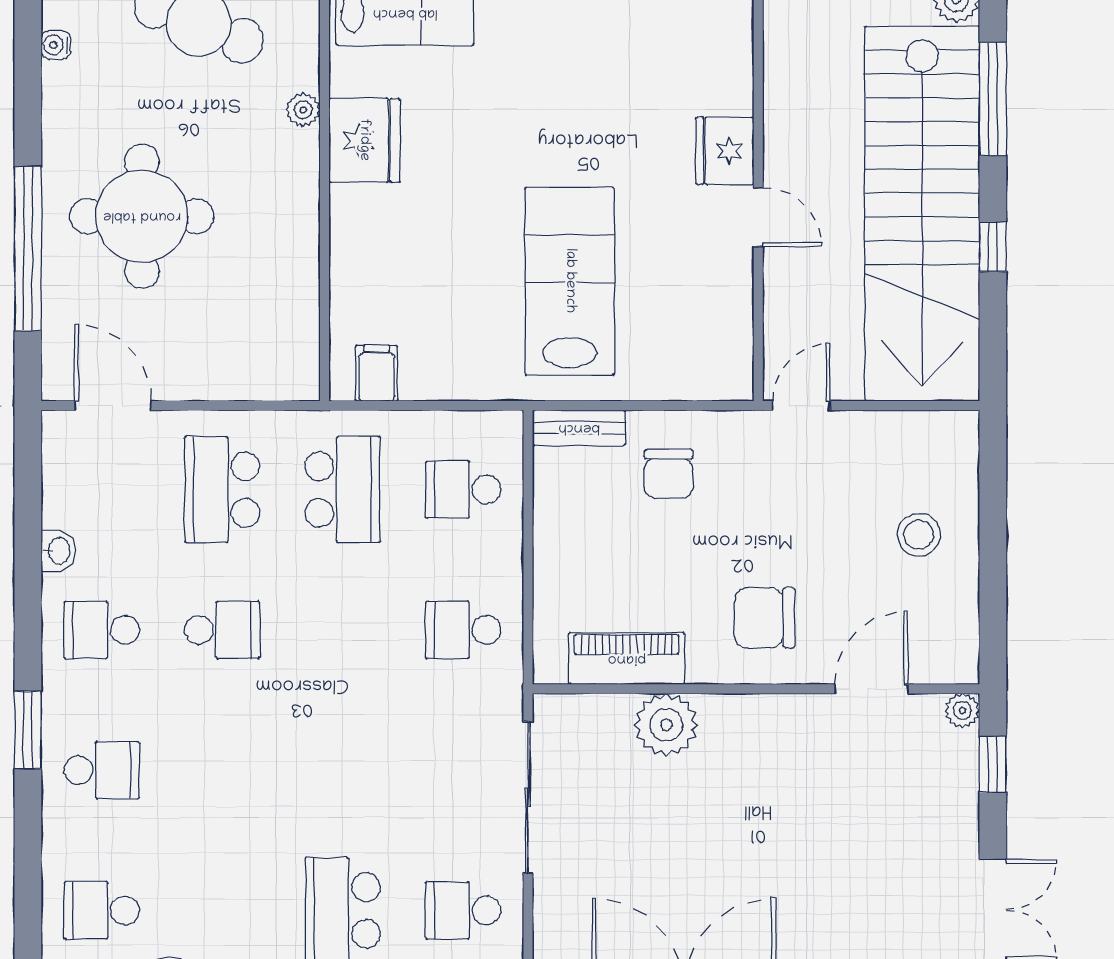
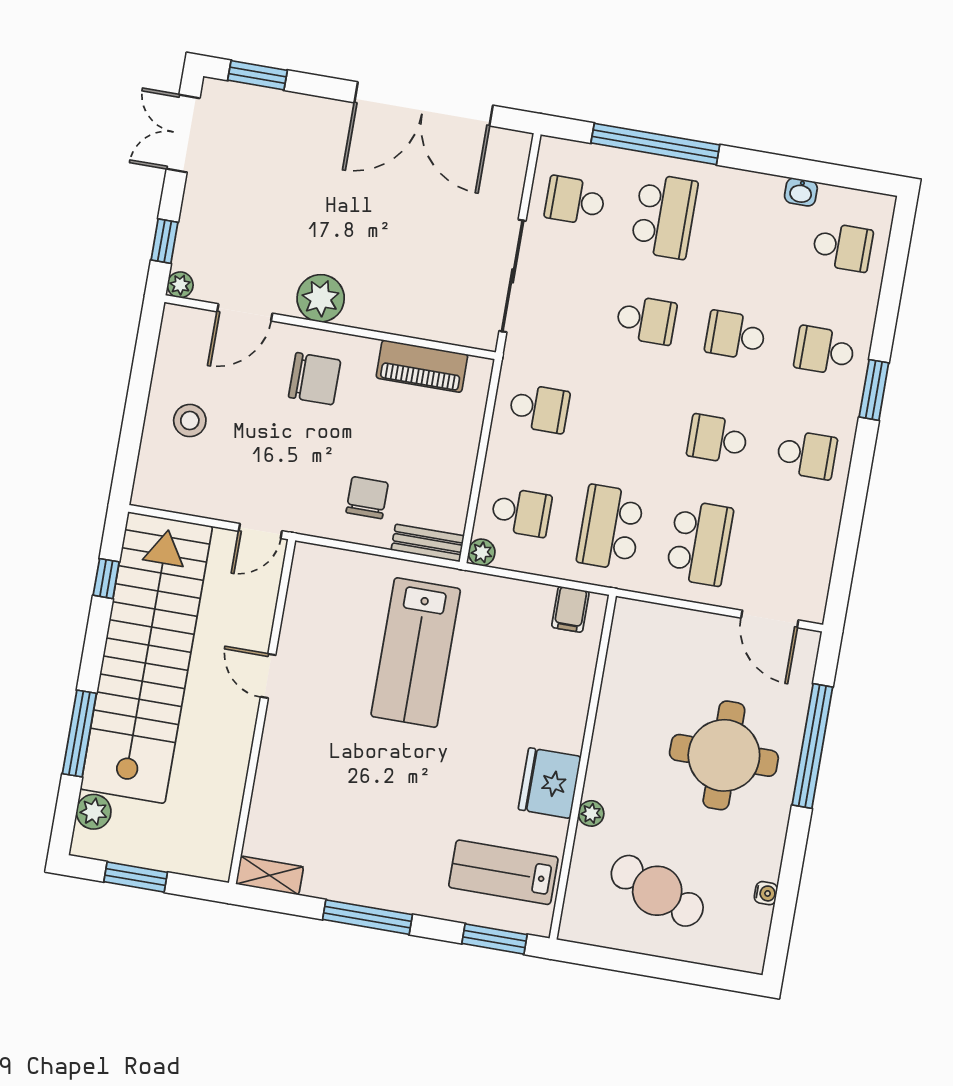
fridge: (725, 151) -> (284, 729), removed
window: (993, 247) -> (106, 579), moved
plant: (506, 428) -> (482, 552), added
washbasin: (58, 551) -> (829, 519), removed
plant: (666, 725) -> (321, 298), moved
school desk: (222, 770) -> (735, 335), added
school desk: (343, 770) -> (646, 320), added
school desk: (463, 910) -> (575, 201), turned 180

